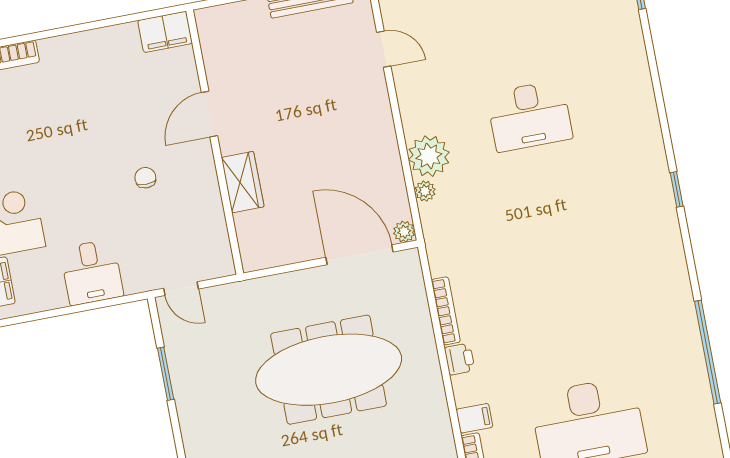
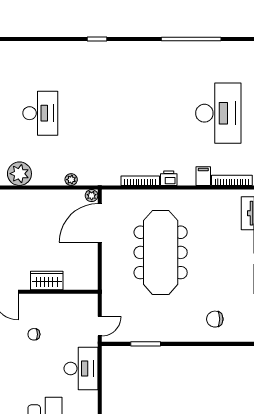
plant: (429, 156) -> (19, 174), moved
desk: (92, 272) -> (81, 368), width x1.37

